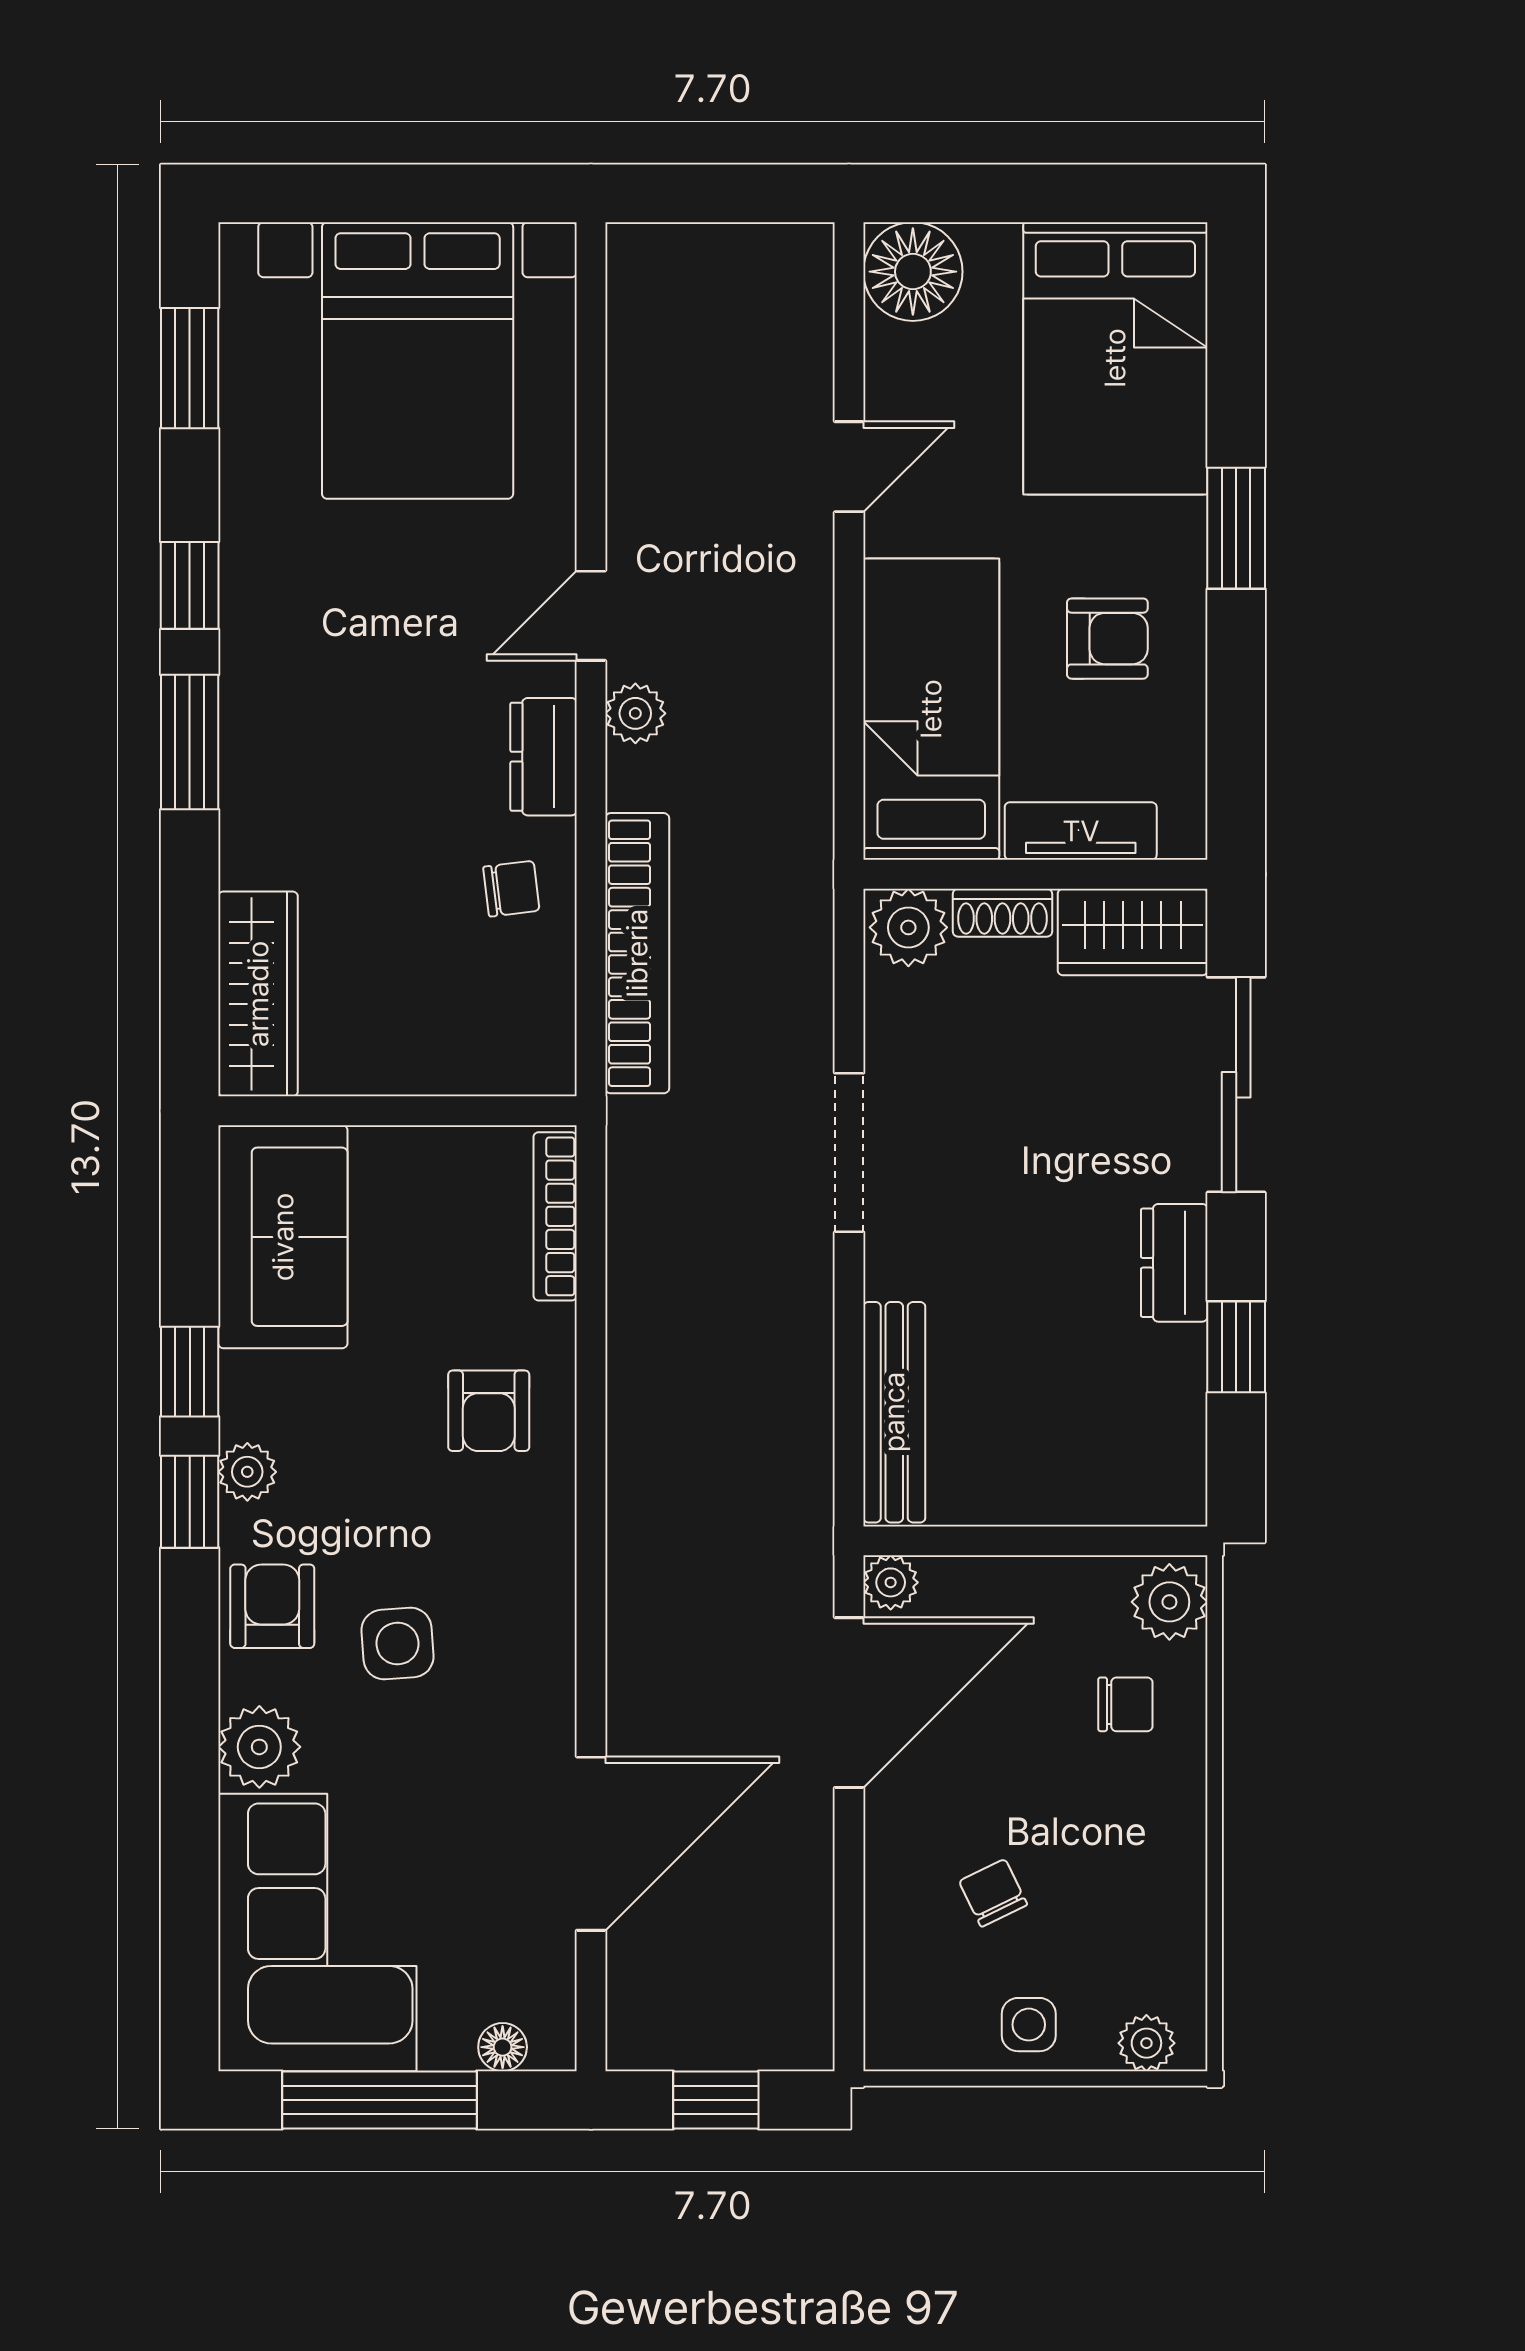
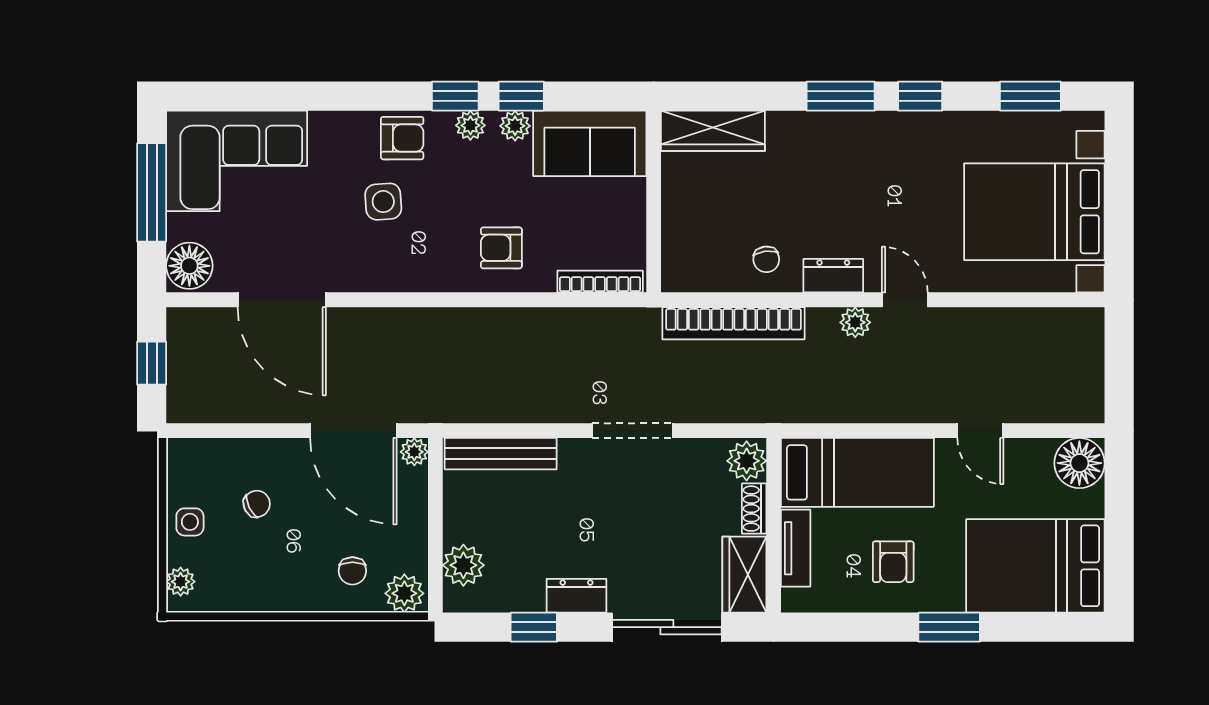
plant: (1114, 1486) -> (463, 565), added
plant: (259, 1747) -> (515, 126), moved, width x0.73, depth x0.73
floor lamp: (503, 2047) -> (189, 266), width x1.89, depth x1.89

